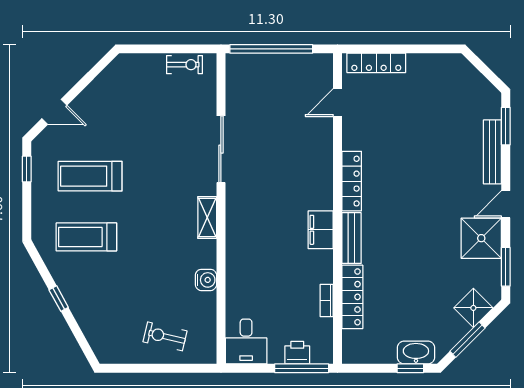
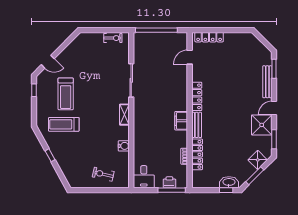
treadmill: (90, 176) -> (66, 94), turned -90

